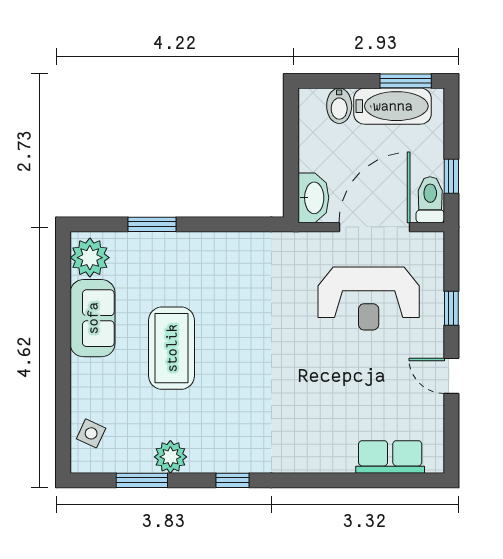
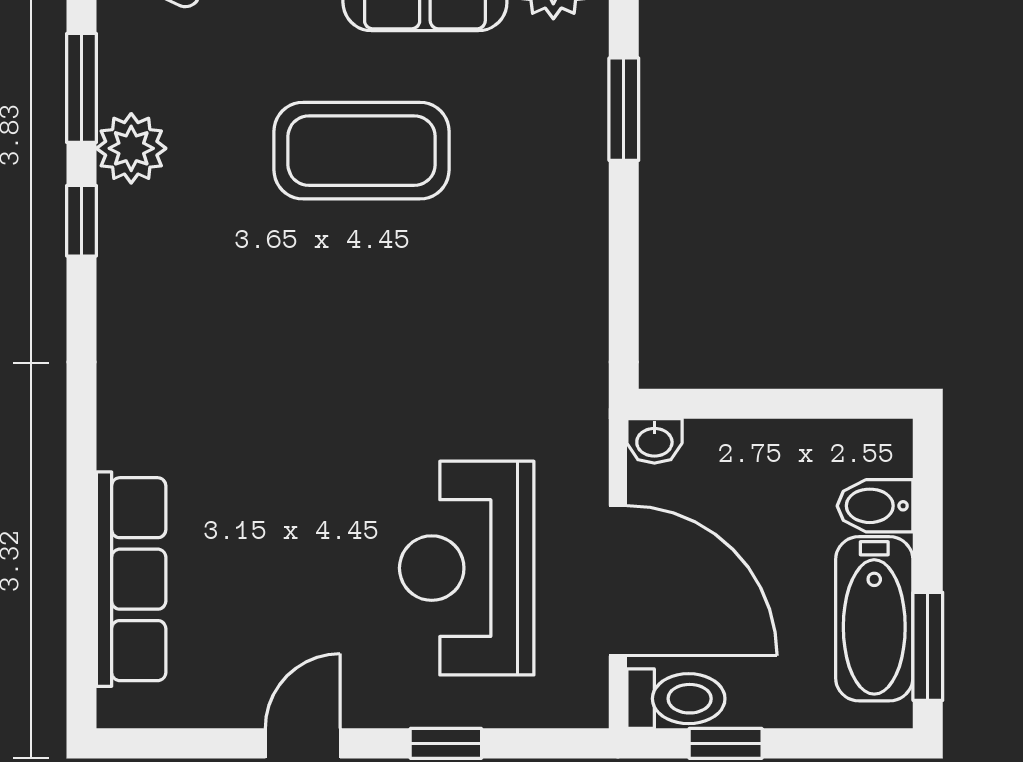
washbasin: (313, 198) -> (654, 441), width x0.52, depth x0.69
row of seats: (390, 457) -> (131, 579), width x1.48
window: (233, 480) -> (81, 221), moved

